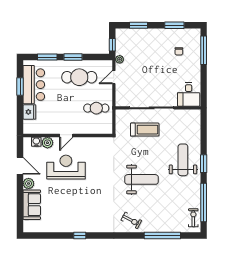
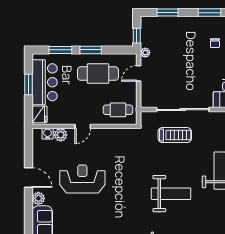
door: (66, 136) -> (83, 126), moved
wall: (68, 136) -> (84, 126), moved
water cooler: (36, 142) -> (48, 134), moved
plant: (47, 143) -> (61, 135), moved

